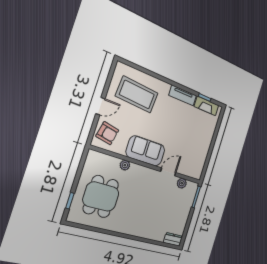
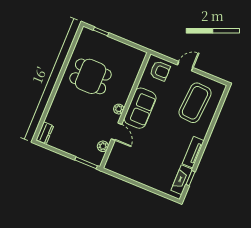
door: (100, 106) -> (185, 66), swing flipped
armchair: (107, 133) -> (160, 71), turned -102
plant: (125, 165) -> (119, 109), moved
dining table: (101, 197) -> (91, 76), moved

